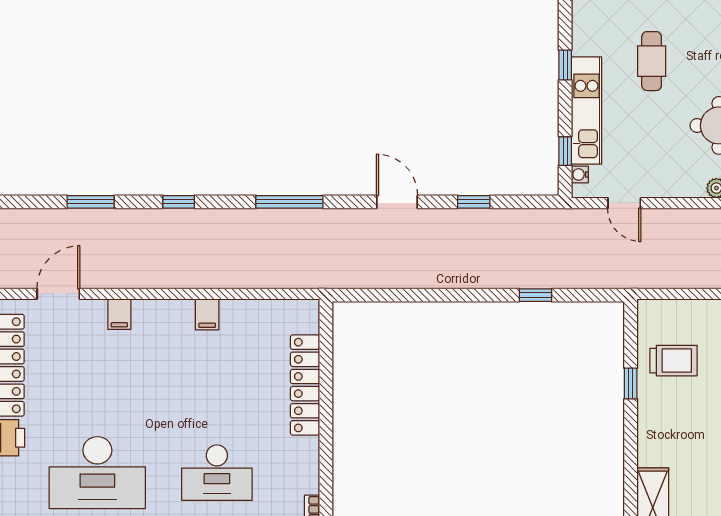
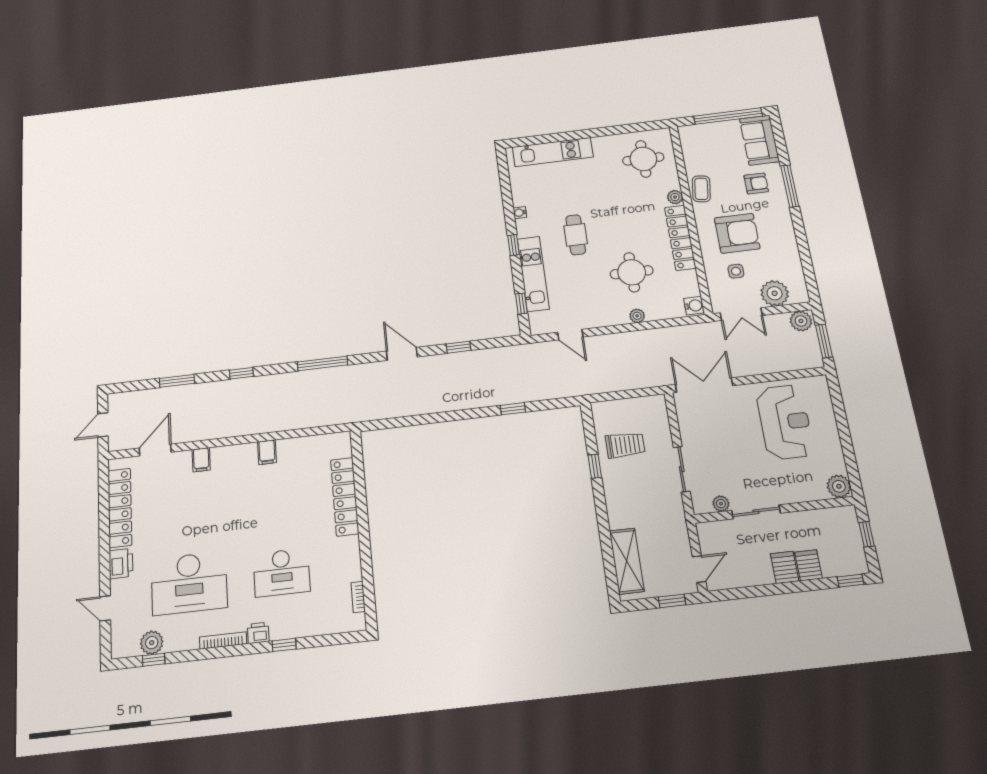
water cooler: (580, 174) -> (520, 213), moved

